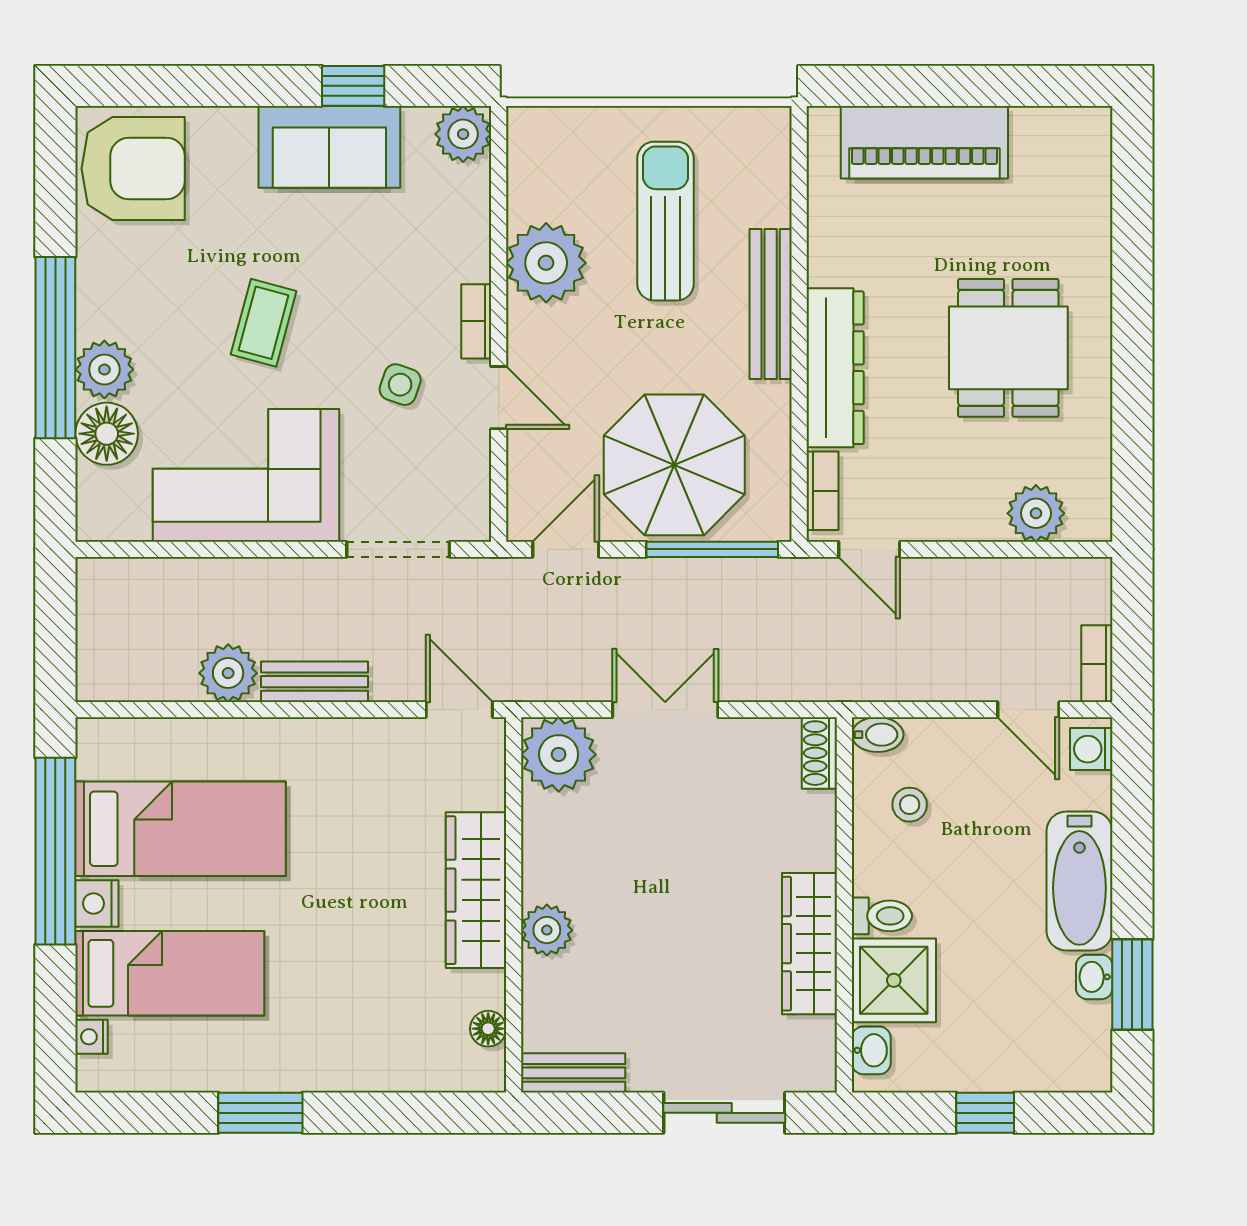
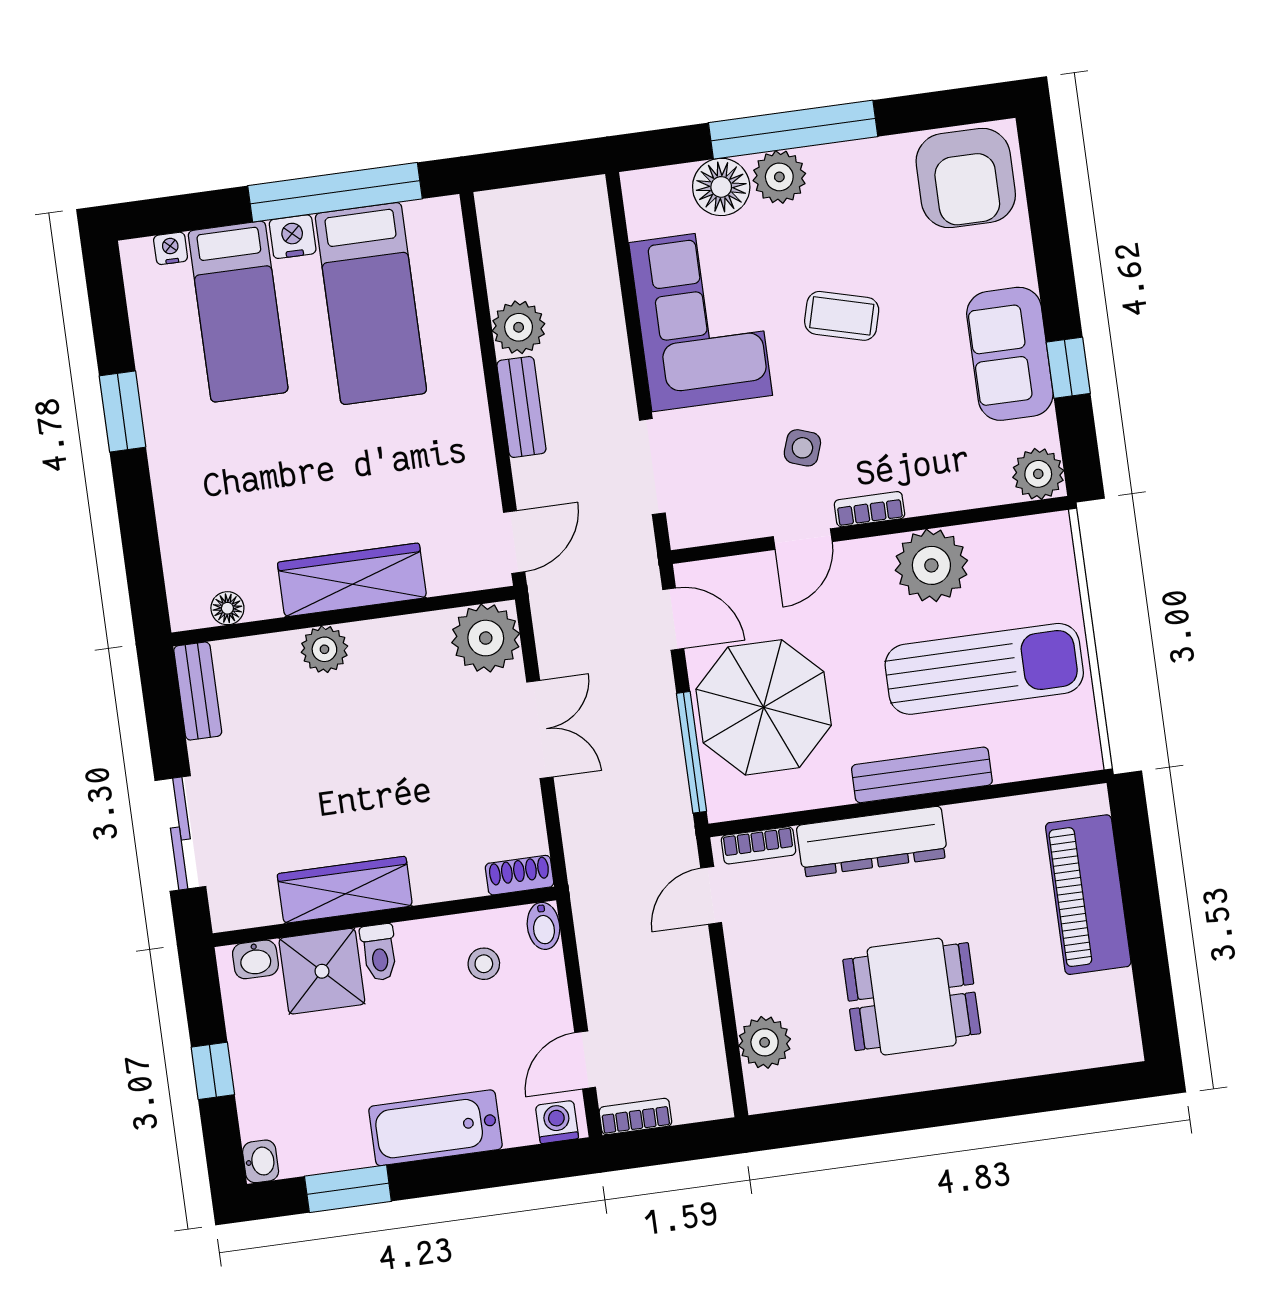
sun lounger: (665, 221) -> (984, 669), width x1.36, depth x1.34
washbasin: (1094, 977) -> (261, 1161), moved, turned 90

